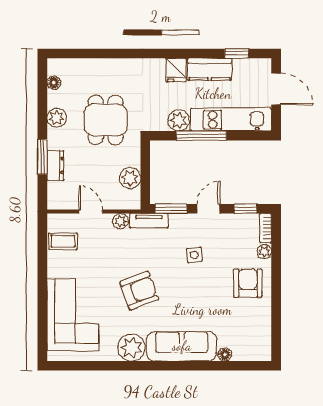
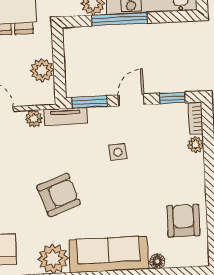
armchair: (248, 283) -> (183, 221), moved

